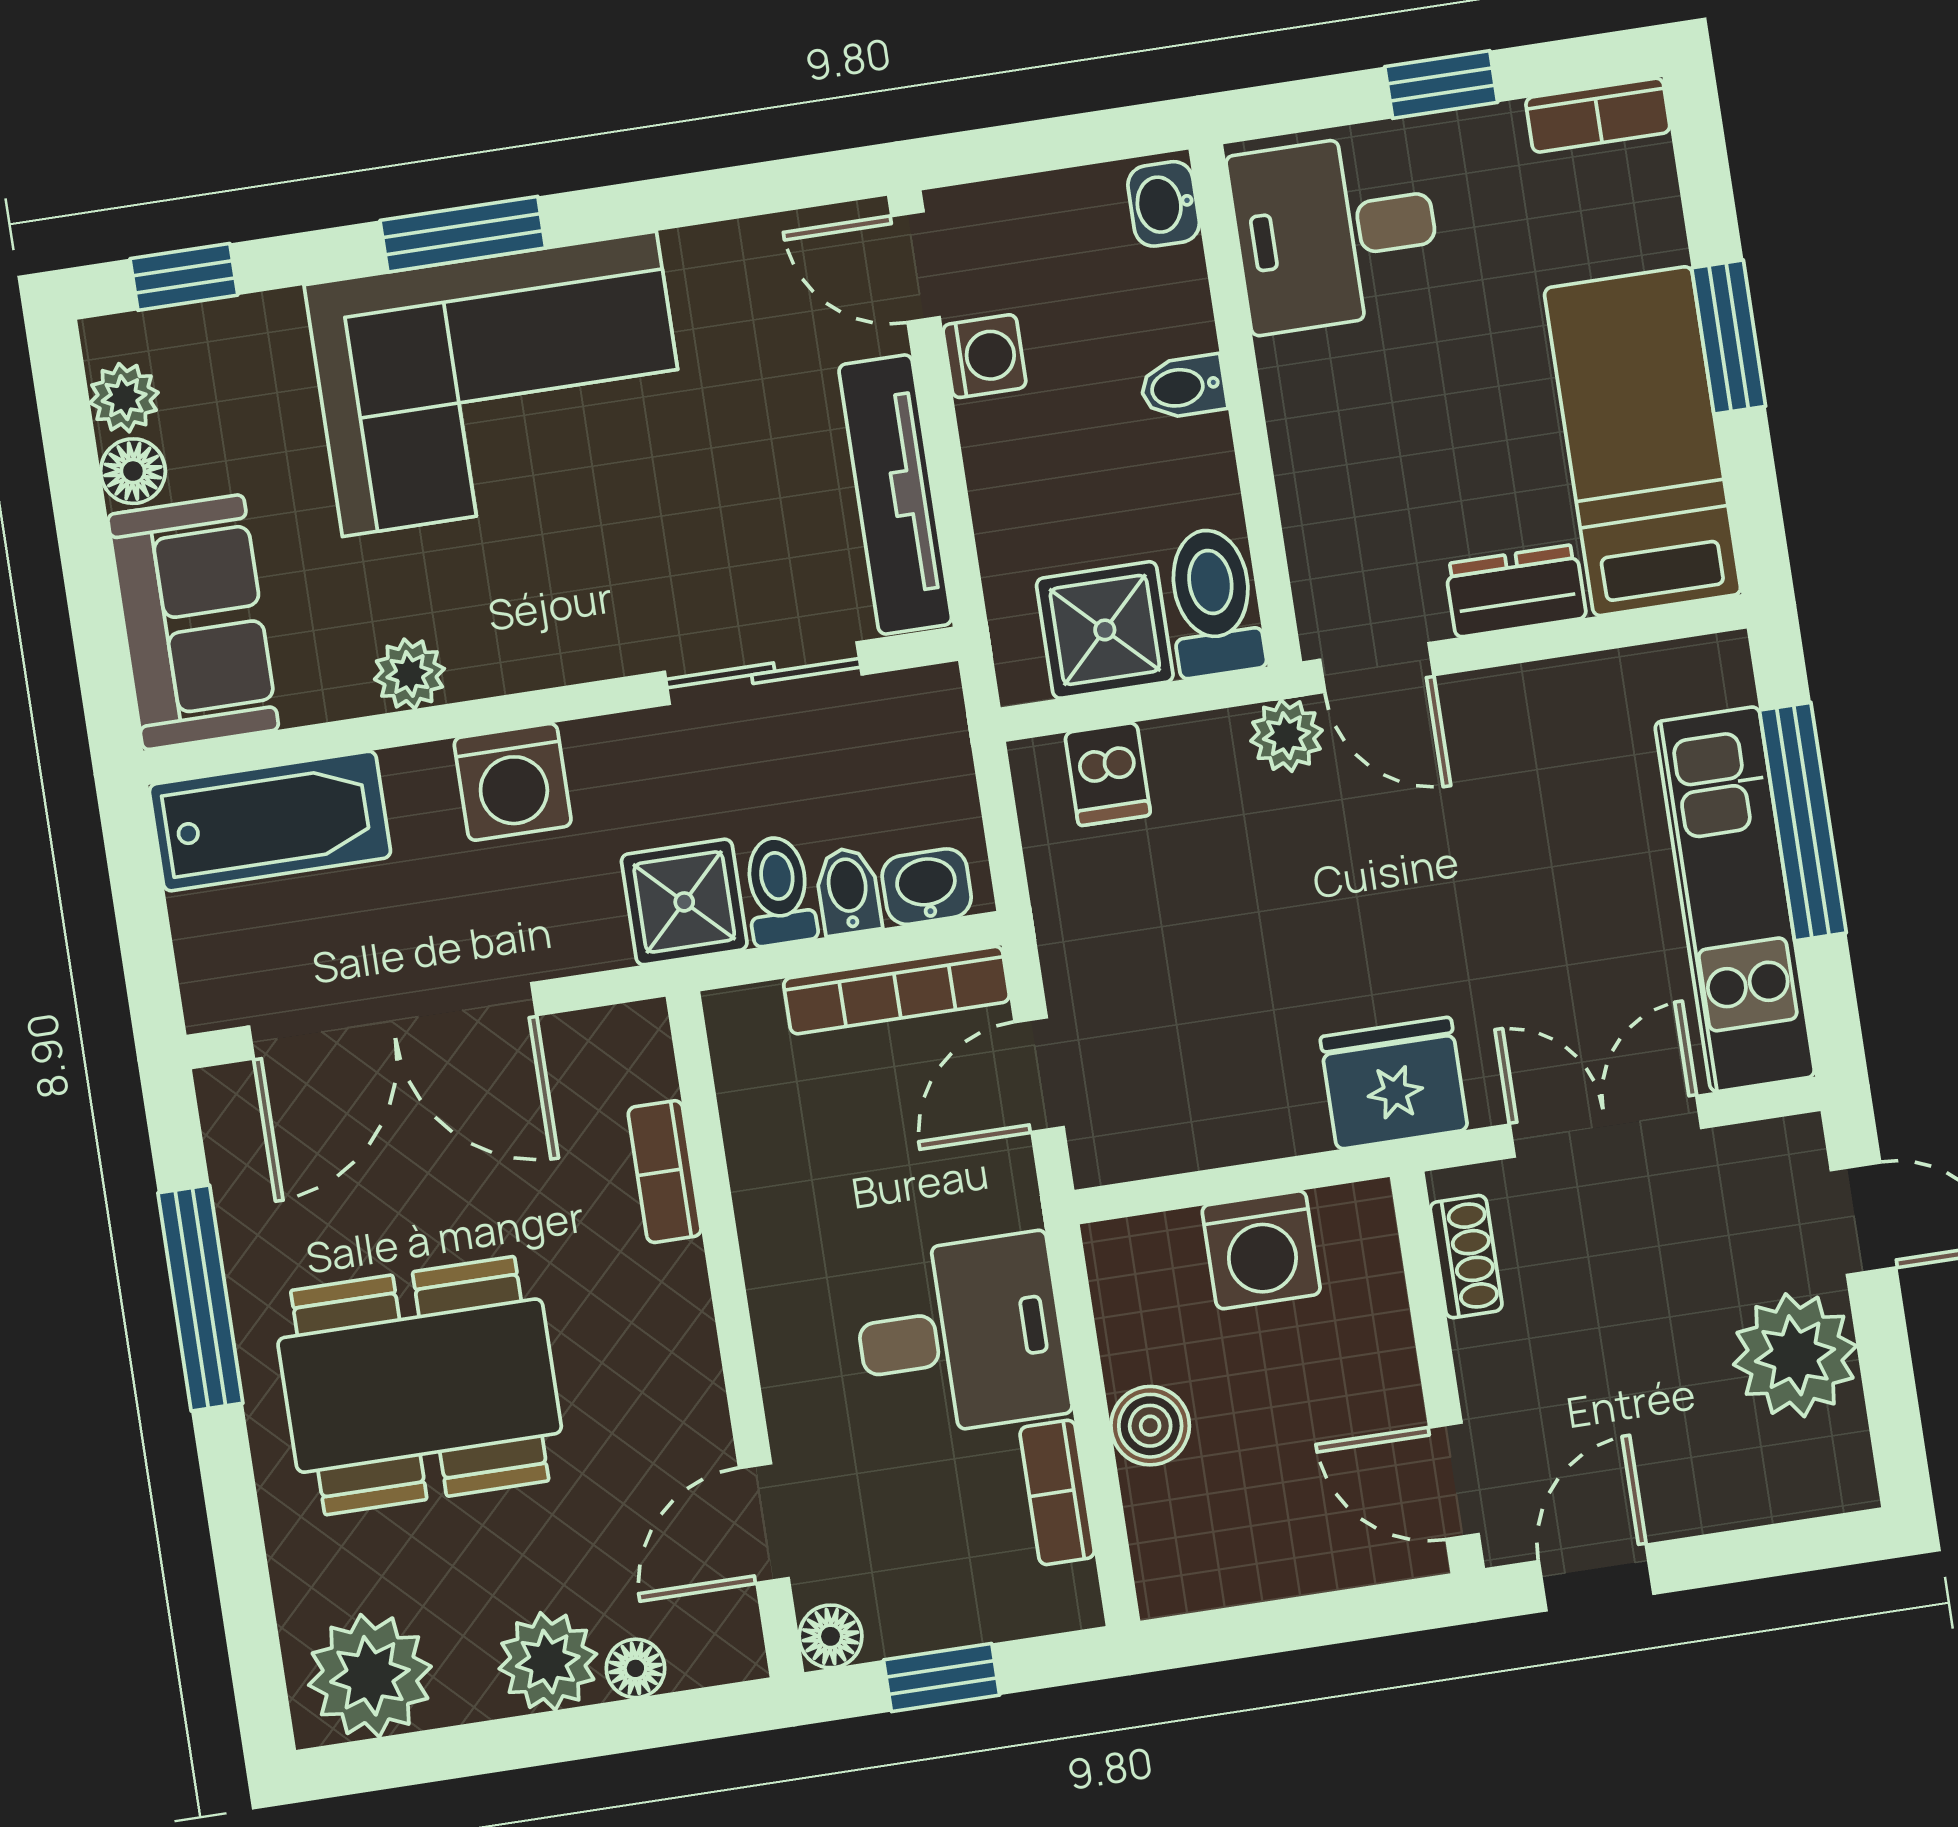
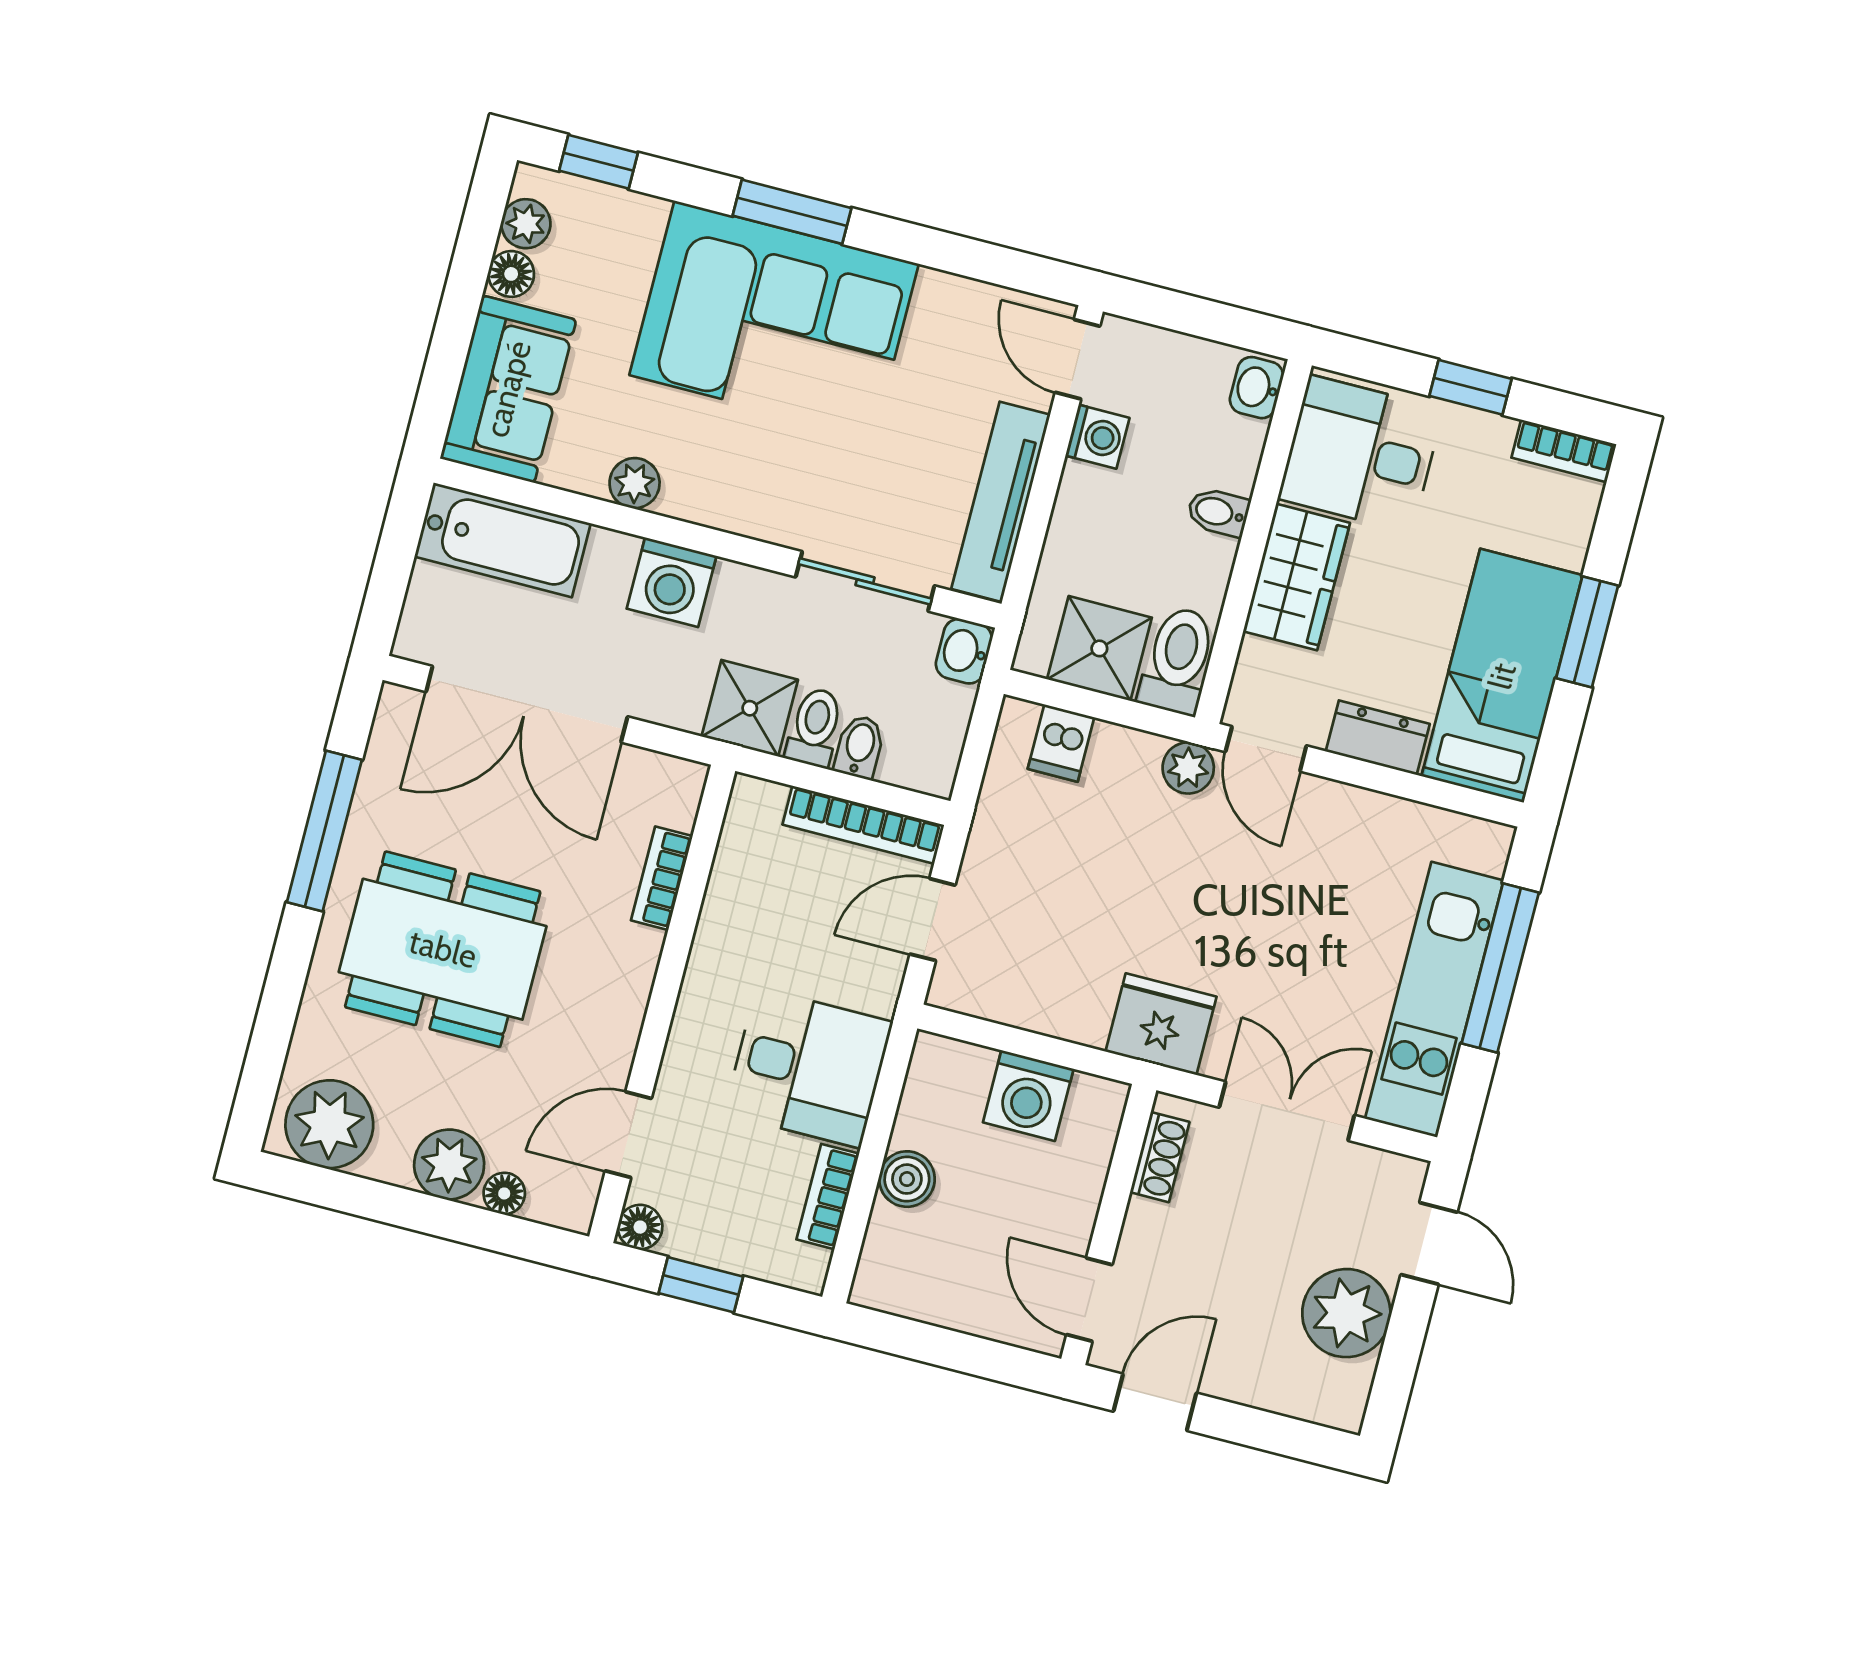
wardrobe: (1321, 428) -> (1297, 577), added
washbasin: (927, 887) -> (964, 651), moved, turned -90

